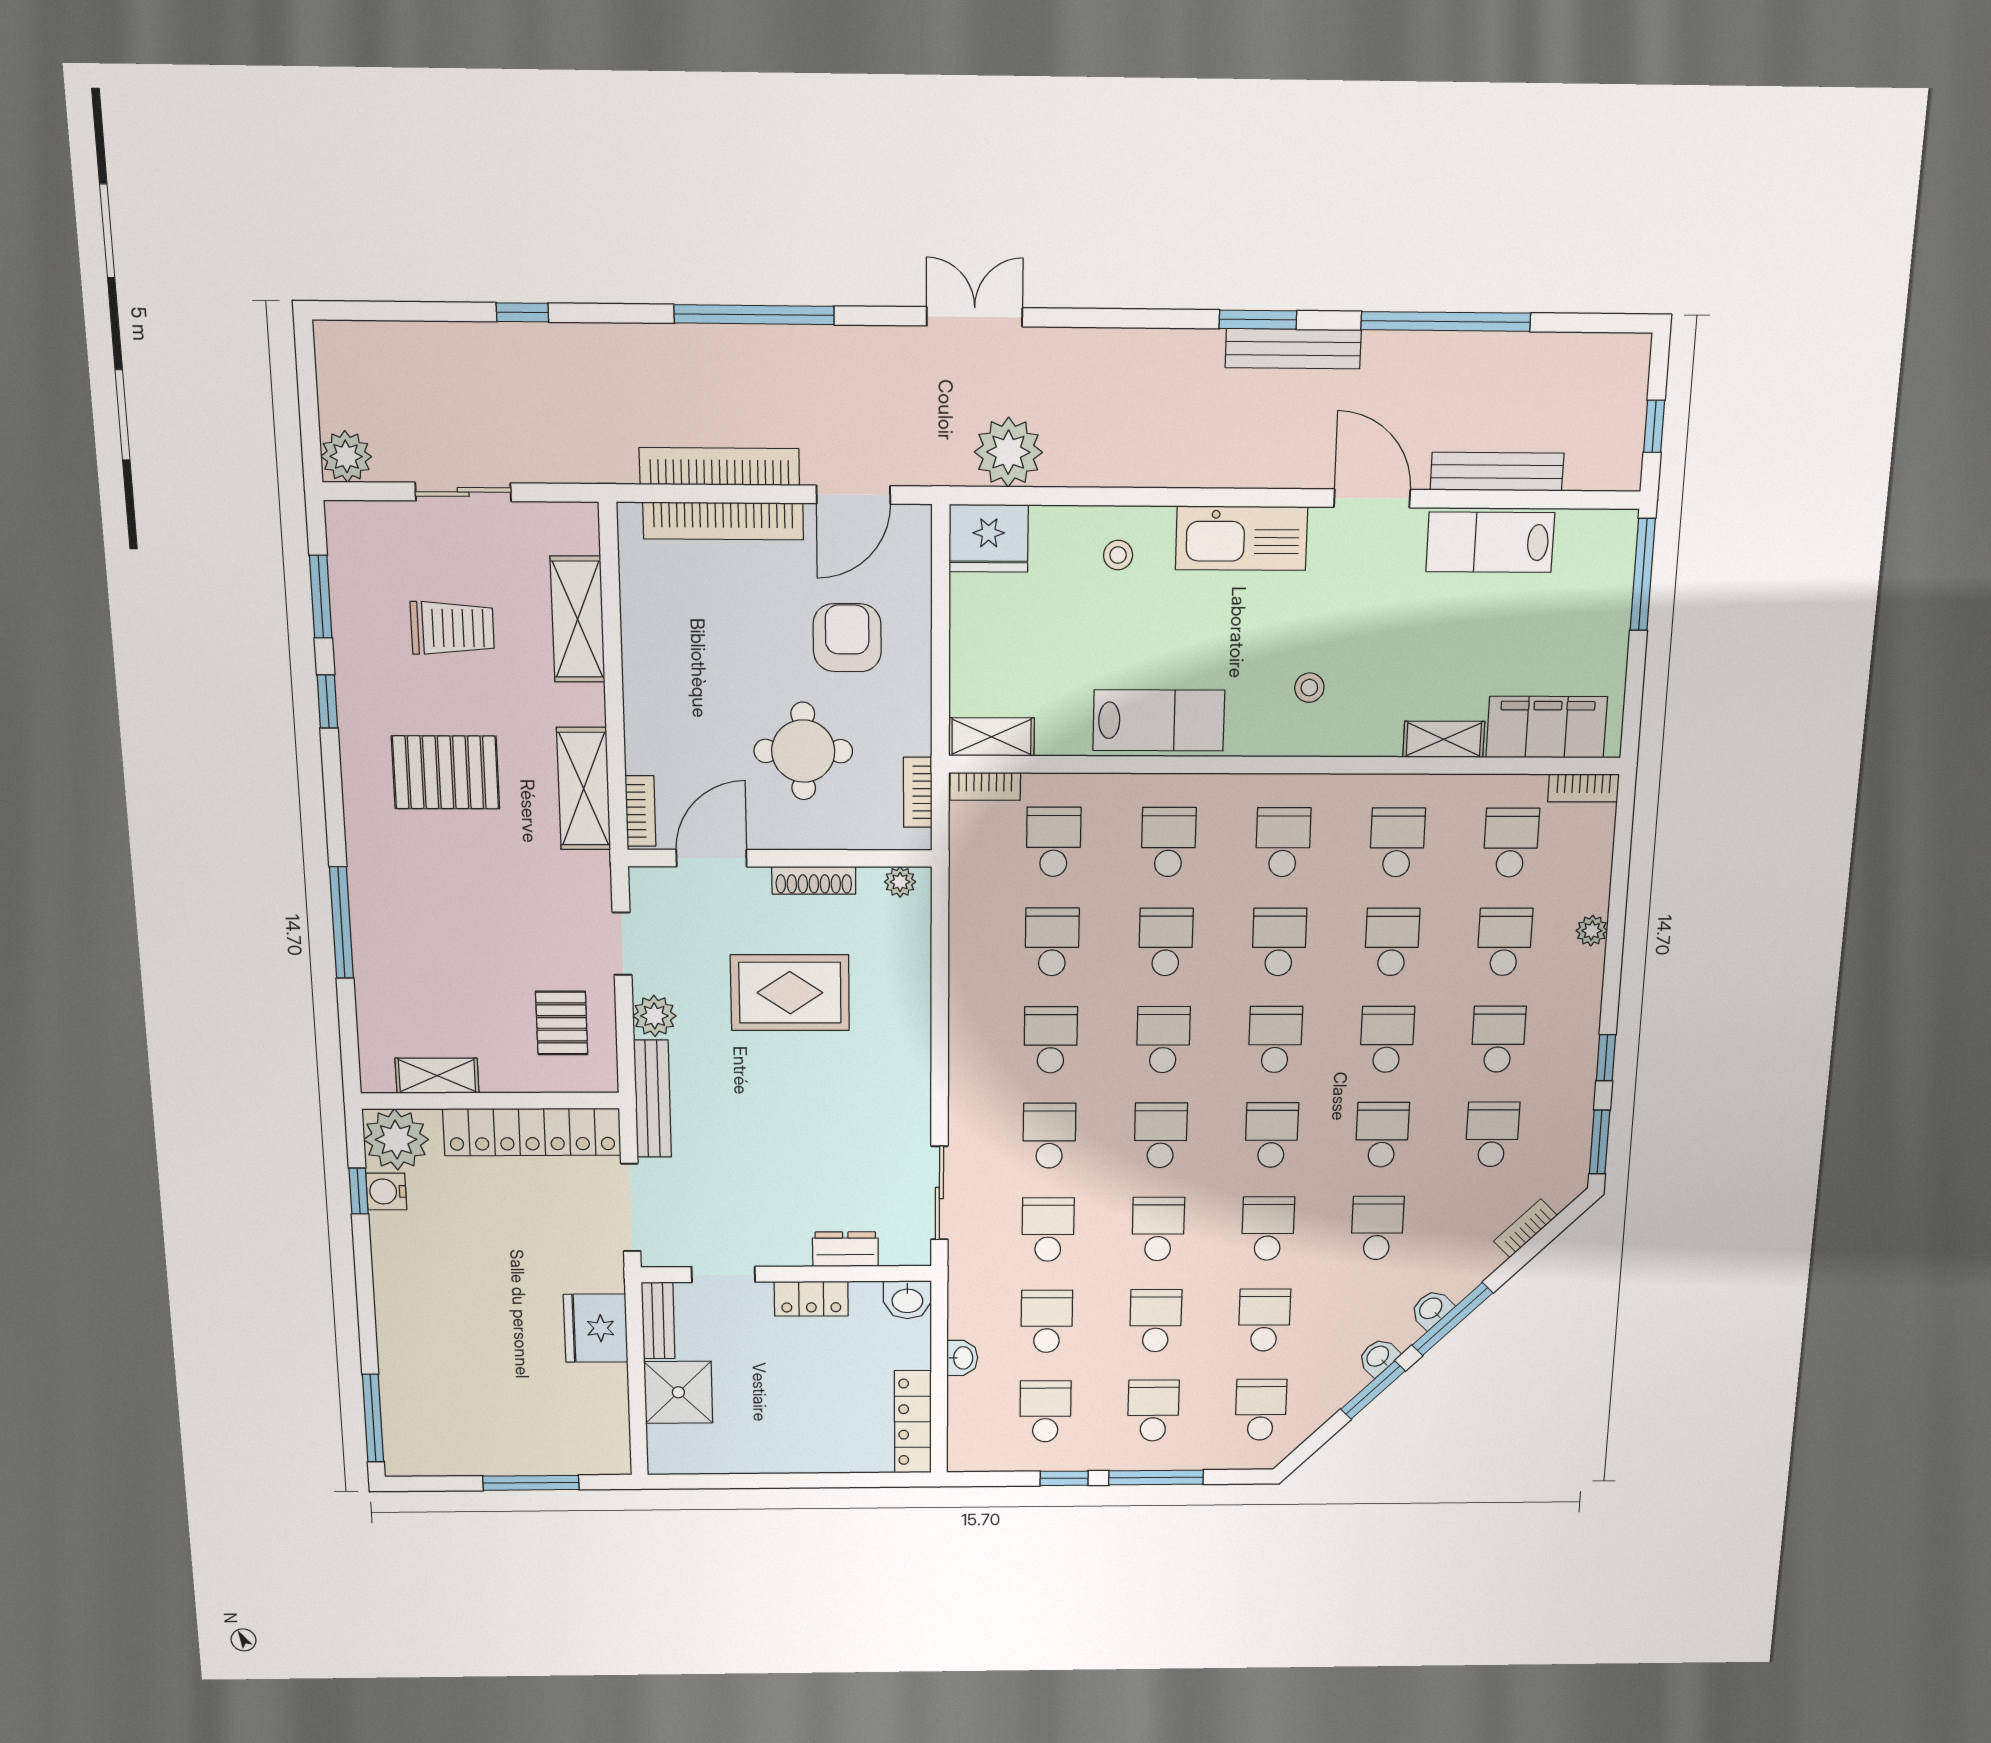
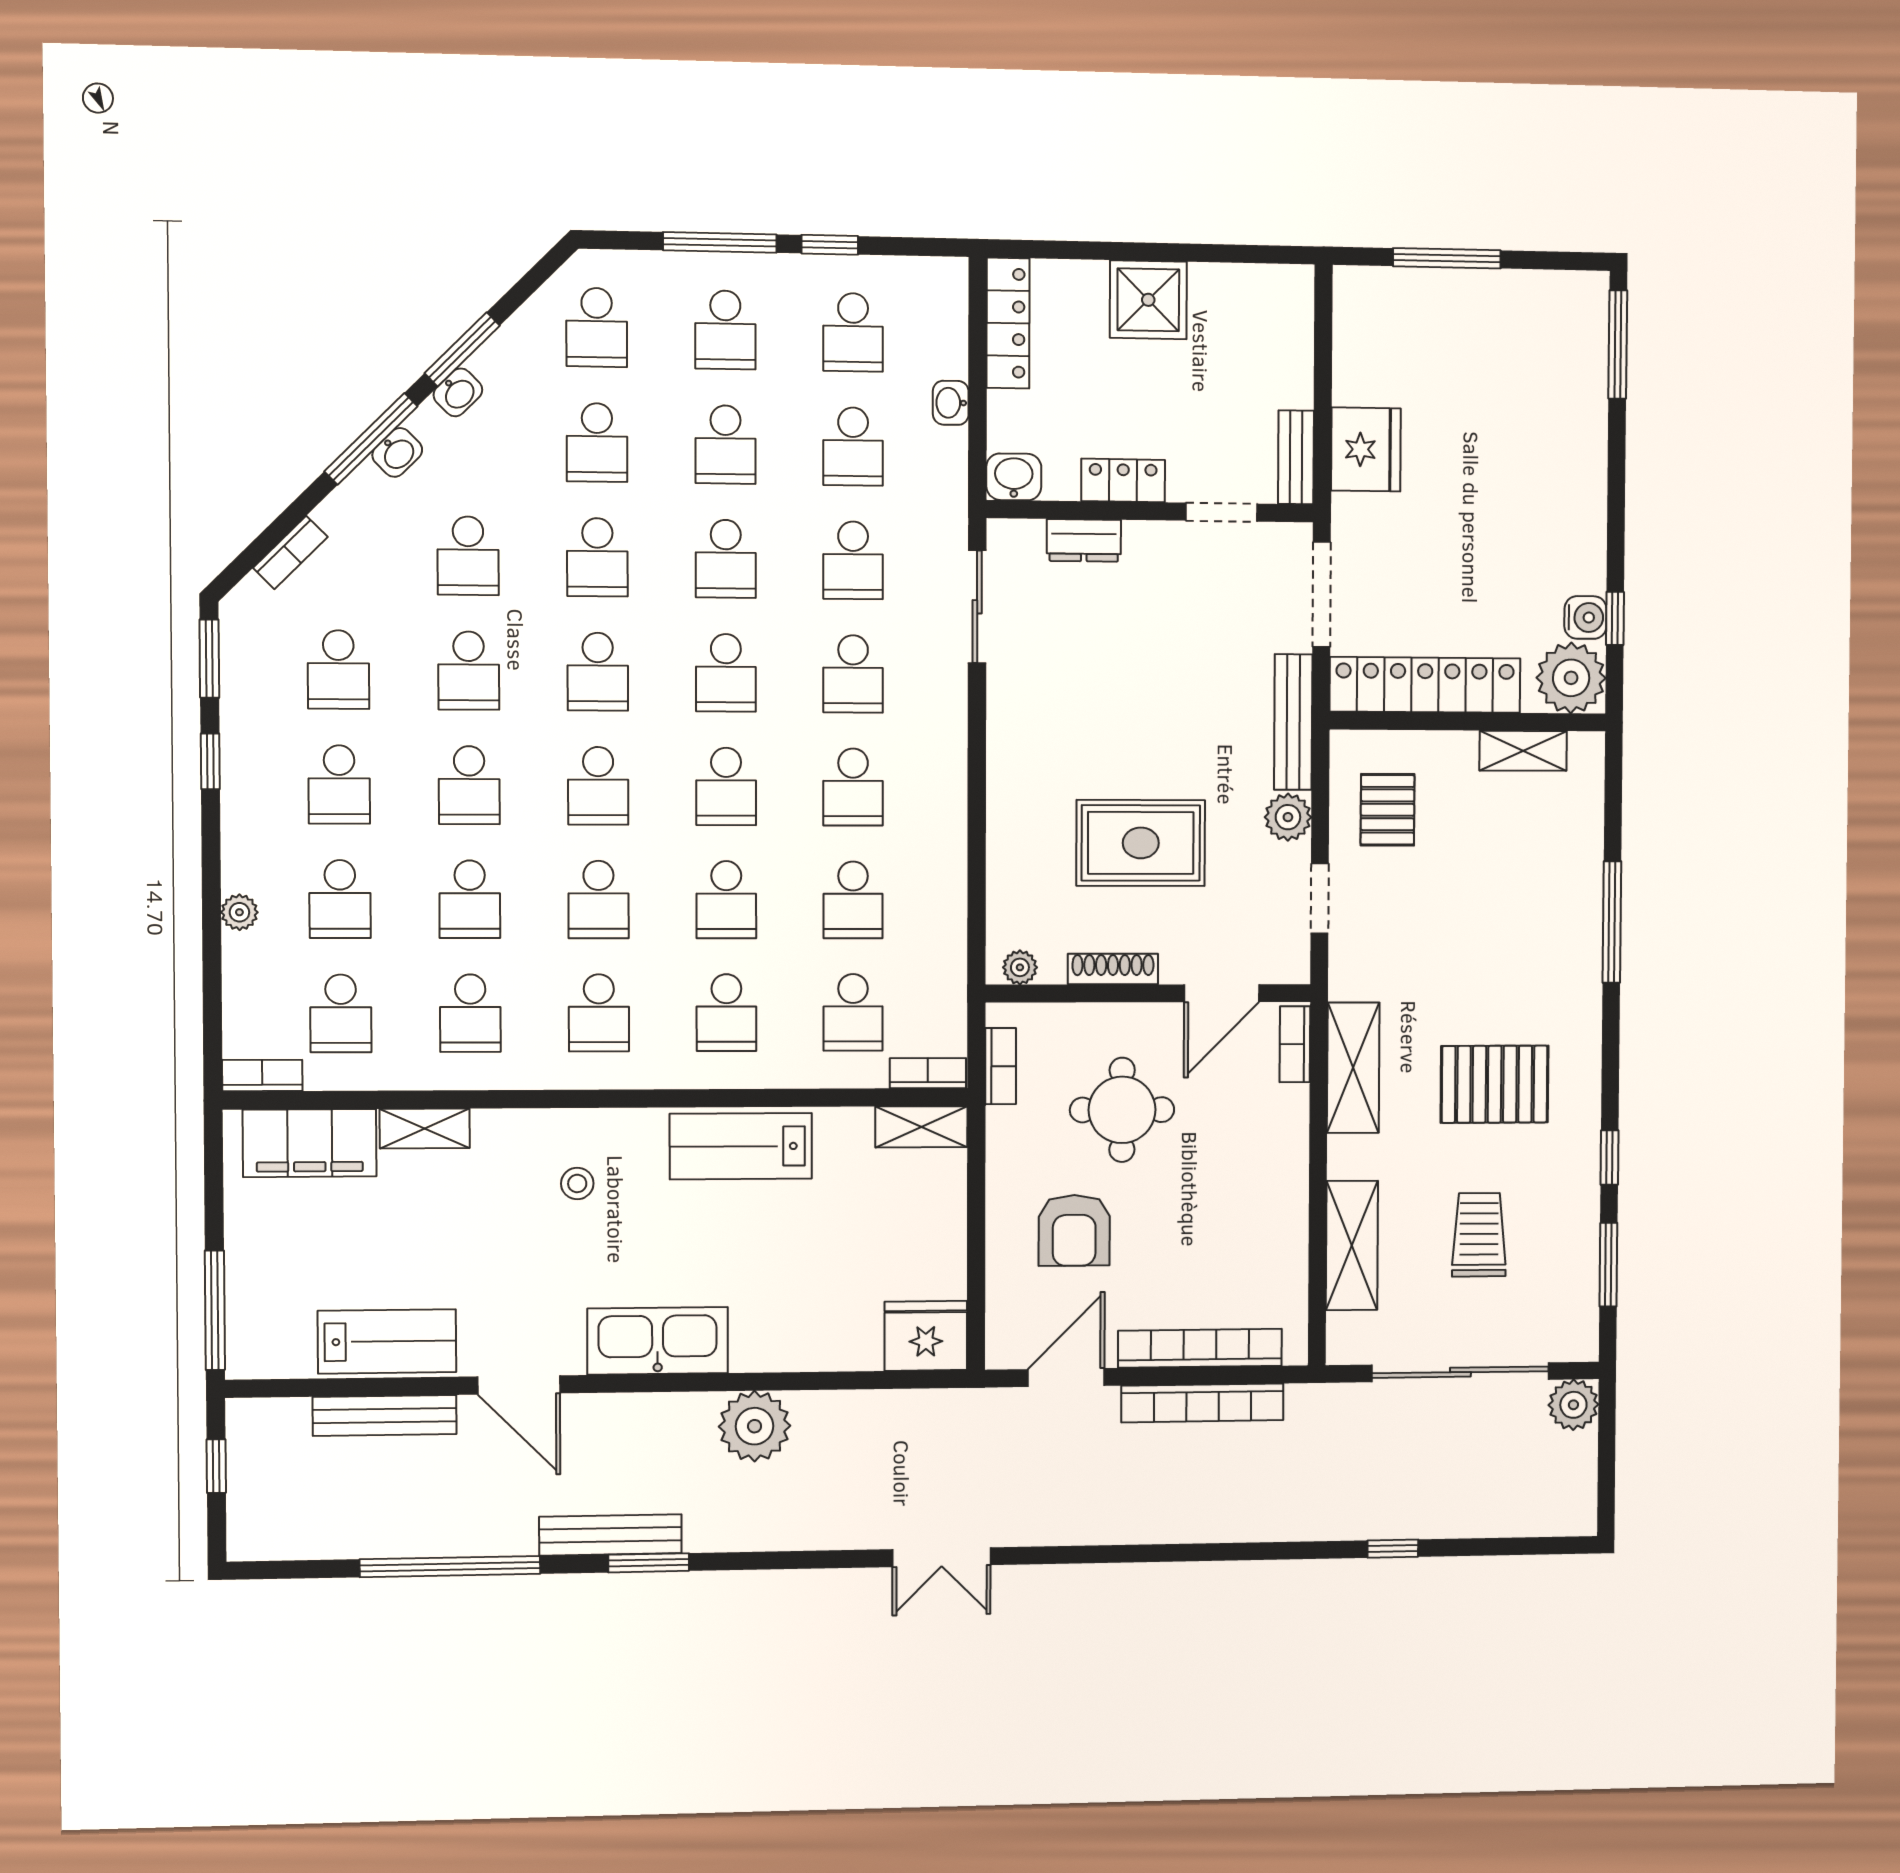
window: (754, 315) -> (1164, 1553), removed
plant: (1008, 452) -> (755, 1426), moved
sliding door: (463, 492) -> (1460, 1372), width x1.86
stool: (1118, 555) -> (789, 1321), removed
trolley: (452, 628) -> (1479, 1235), turned 90
shower: (678, 1392) -> (1148, 300), moved

